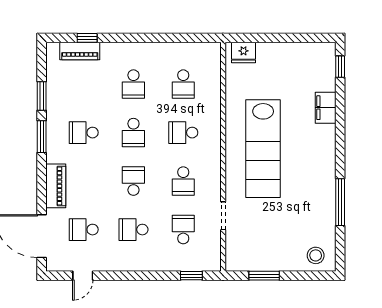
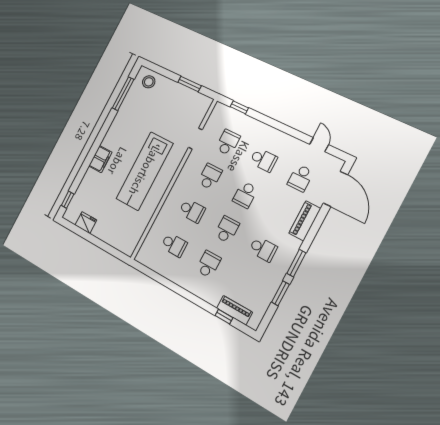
fridge: (244, 52) -> (86, 223), moved
school desk: (183, 84) -> (174, 245), turned 90
filing cabinet: (326, 108) -> (100, 159), moved
lab bench: (263, 149) -> (145, 171), turned 180
window: (340, 202) -> (123, 94), moved
school desk: (84, 230) -> (300, 178), turned 90
school desk: (183, 230) -> (228, 142), turned 180
door: (83, 276) -> (319, 145), hinge flipped

